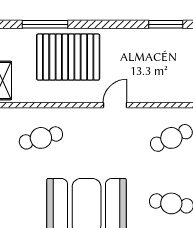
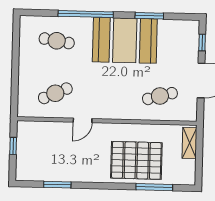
door: (115, 105) -> (83, 120), moved

